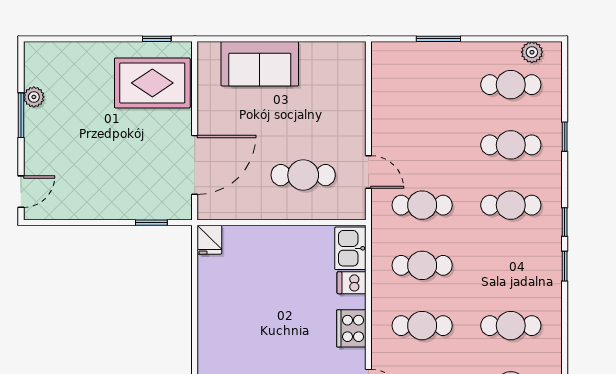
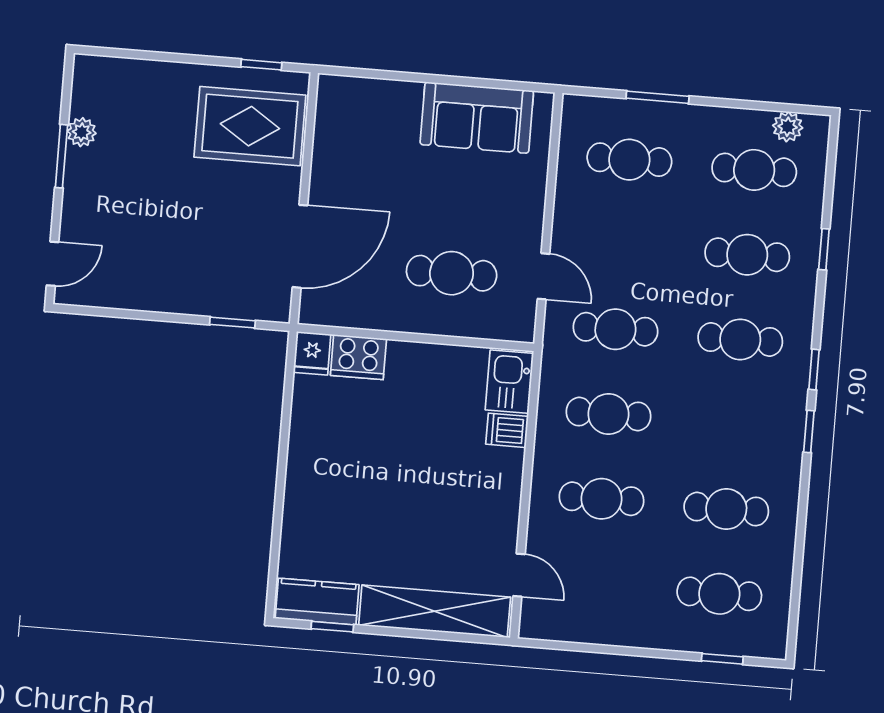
sofa: (260, 64) -> (477, 118), moved
cafe table: (422, 85) -> (629, 160), added
cooker: (351, 328) -> (358, 357), moved, turned -90

